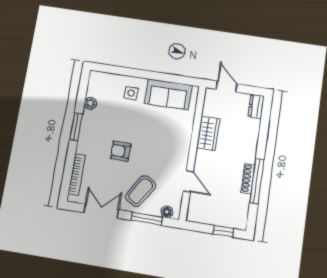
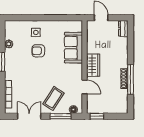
sofa: (168, 94) -> (73, 48), moved, turned 90
wardrobe: (208, 133) -> (93, 65), moved
armchair: (121, 151) -> (38, 51), moved
window: (223, 231) -> (97, 116), moved

